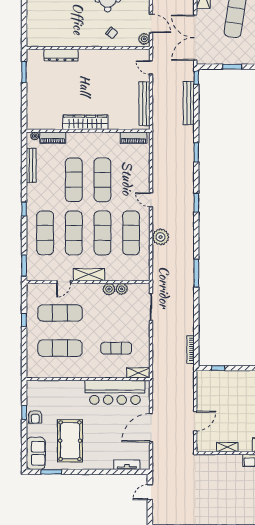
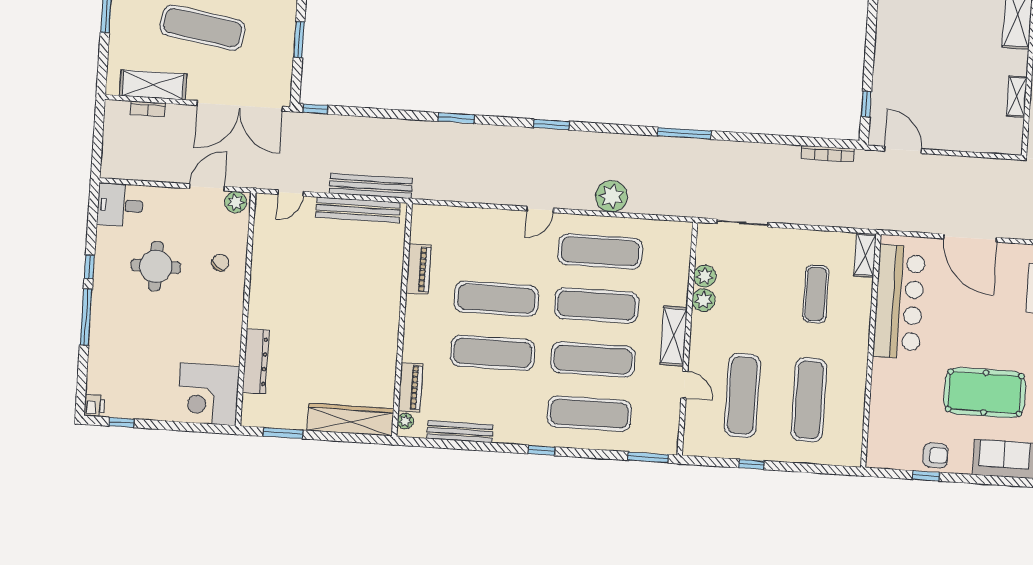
corner desk: (42, 31) -> (208, 394), added
bench: (189, 103) -> (371, 186), moved
wardrobe: (85, 122) -> (350, 420), moved, turned 90
piano: (134, 138) -> (418, 269), moved
door: (195, 421) -> (903, 150), moved

